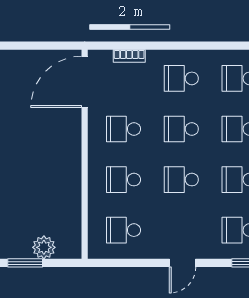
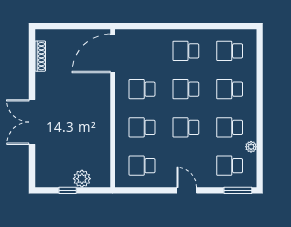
bookcase: (129, 56) -> (146, 34), removed
window: (25, 263) -> (68, 190), width x0.67
door: (183, 263) -> (187, 190), swing flipped

